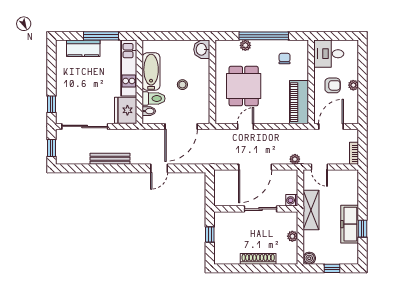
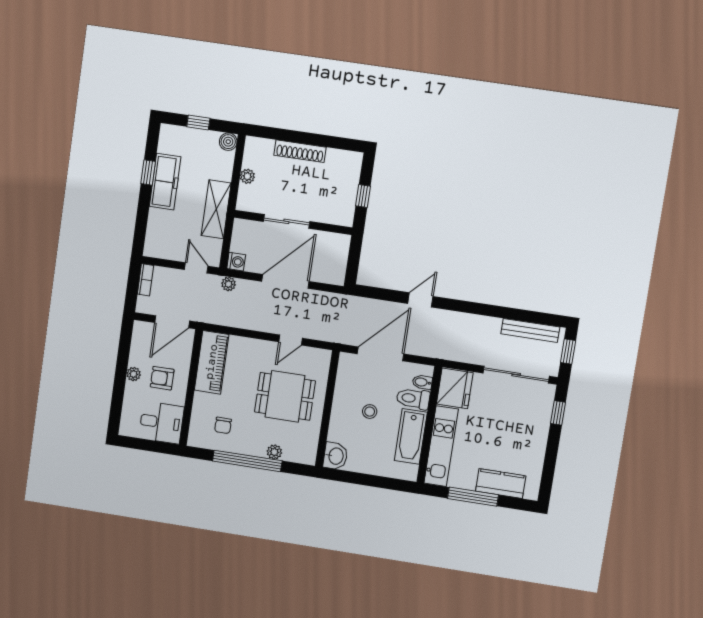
dining table: (244, 86) -> (285, 396), turned 90
bench: (110, 159) -> (530, 330), moved
washing machine: (292, 200) -> (236, 262), moved

